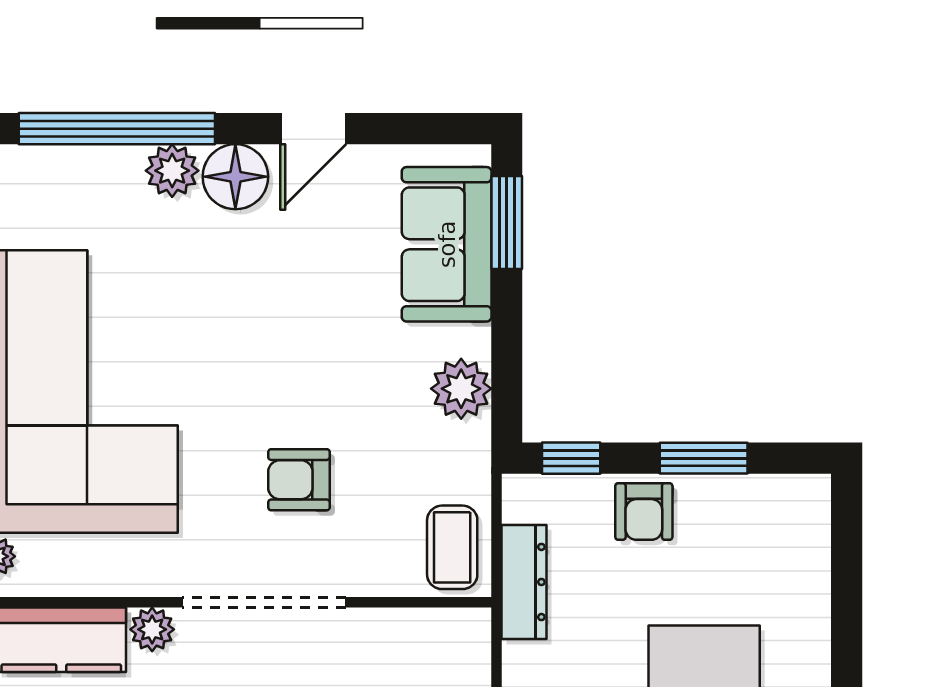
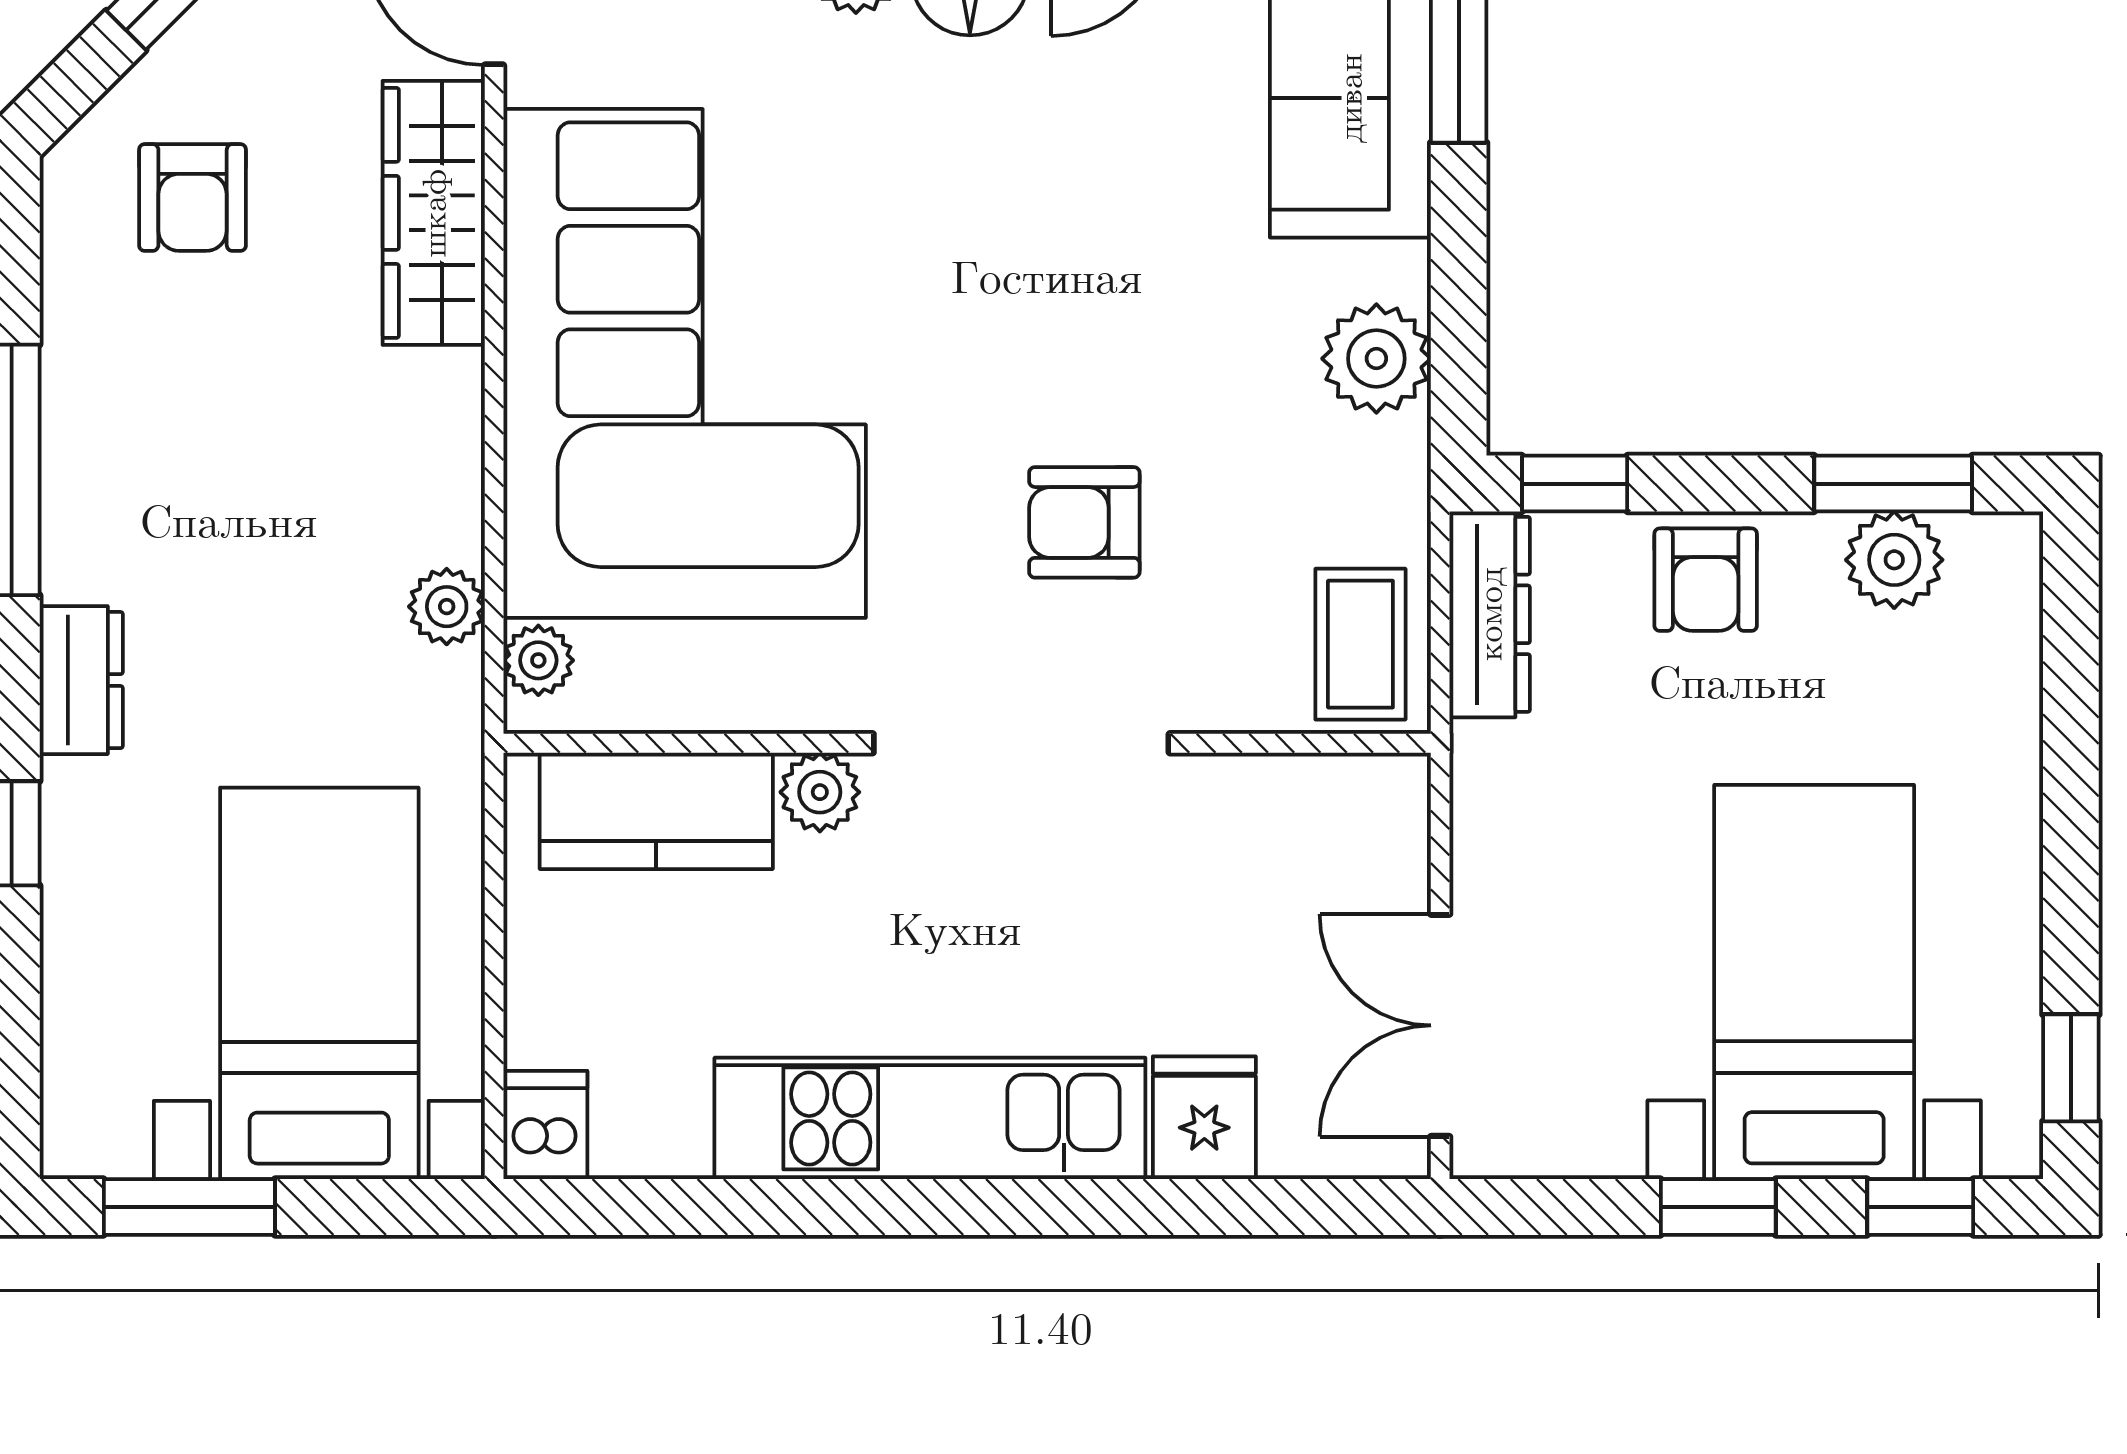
window: (704, 458) -> (1893, 484), moved
plant: (749, 501) -> (1894, 560), added
dresser: (524, 582) -> (1490, 614), moved

